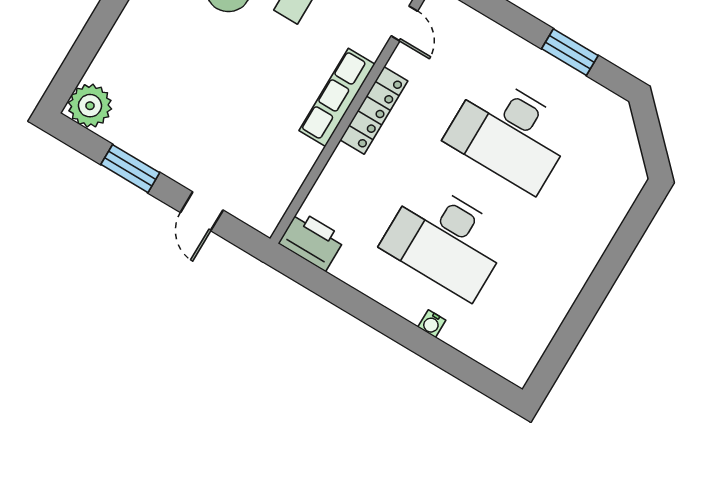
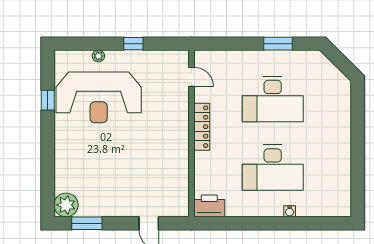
row of seats: (337, 97) -> (181, 131), removed
window: (130, 169) -> (87, 223), moved

